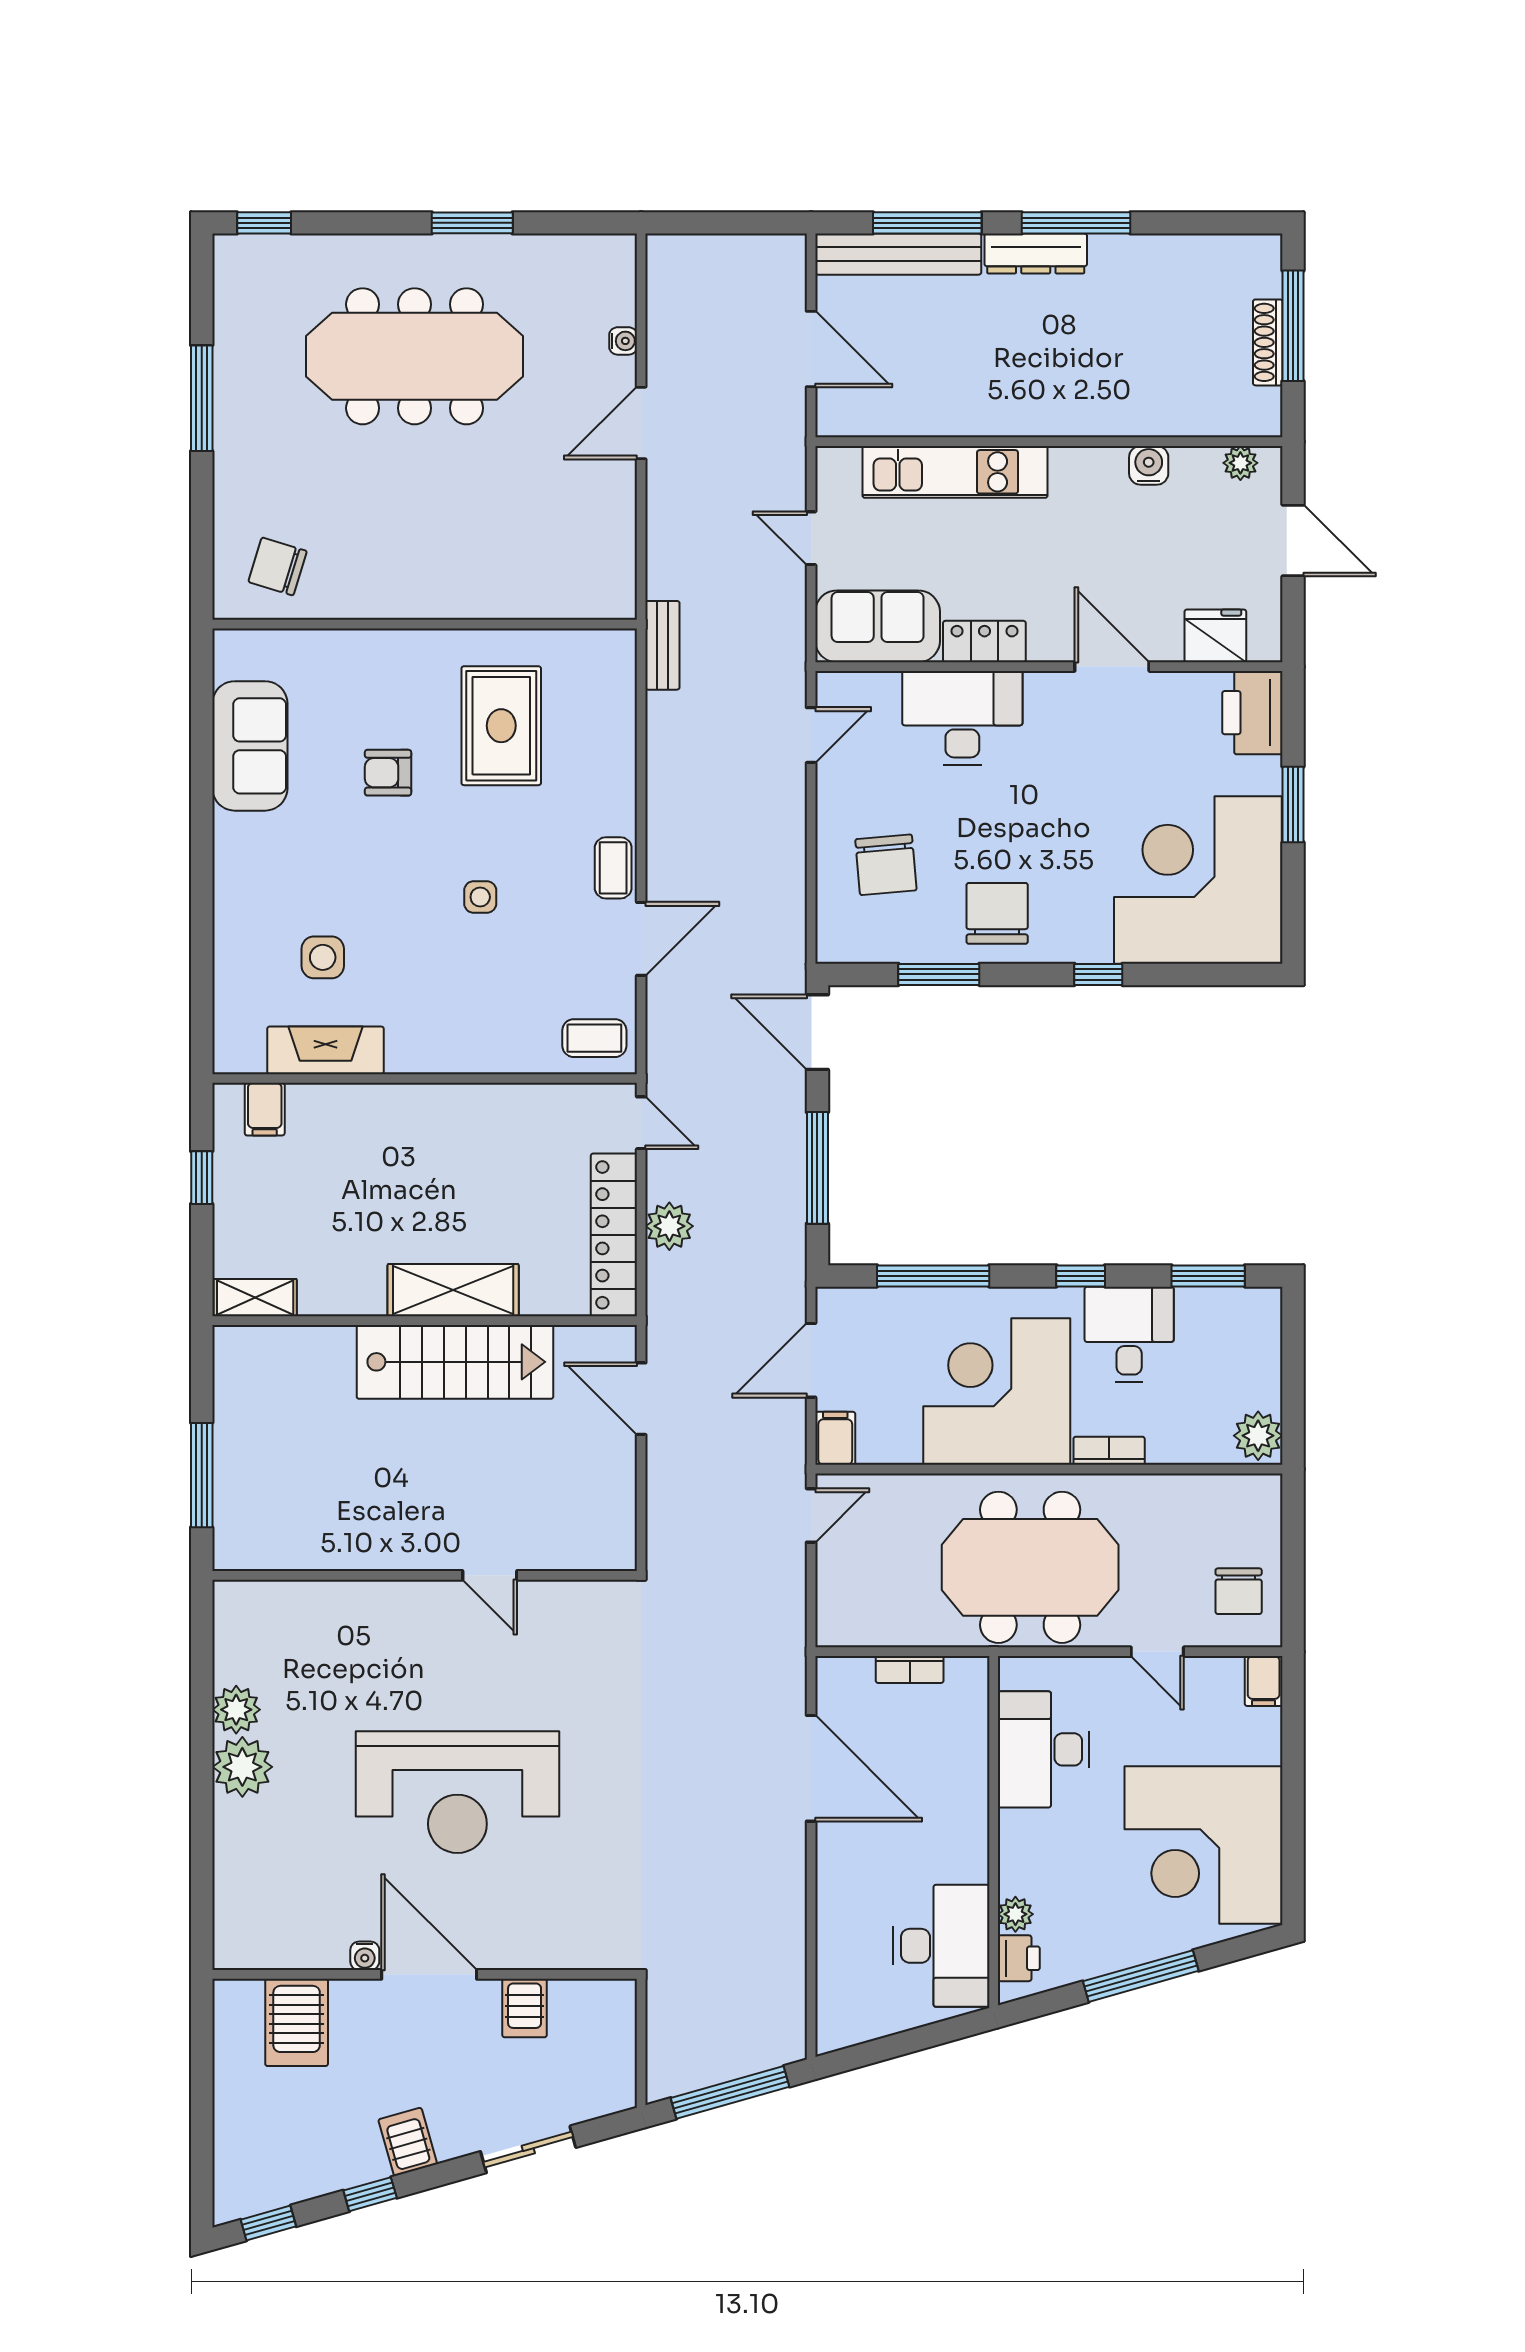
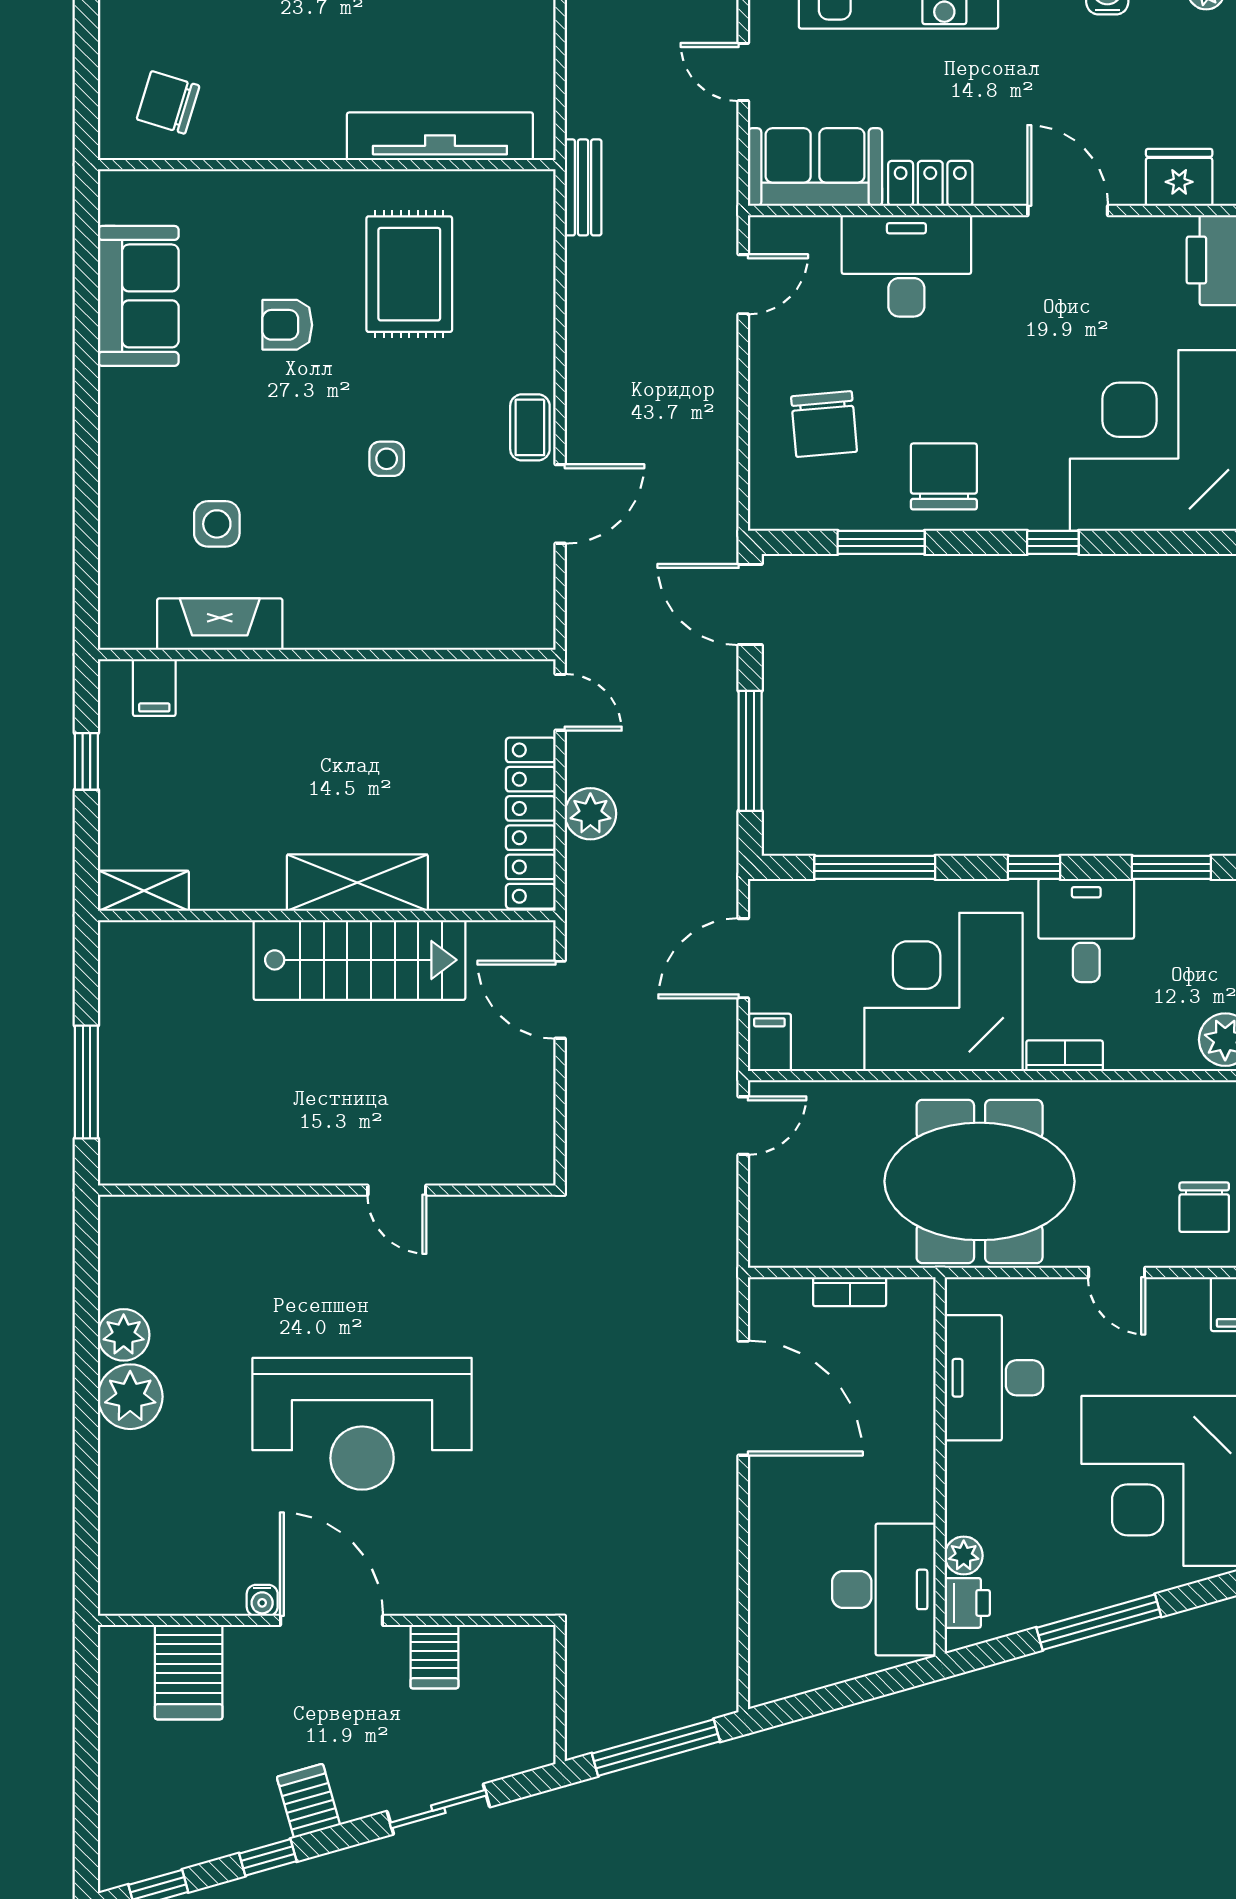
tv unit: (530, 598) -> (440, 136), added
coffee table: (594, 1038) -> (510, 611), removed

